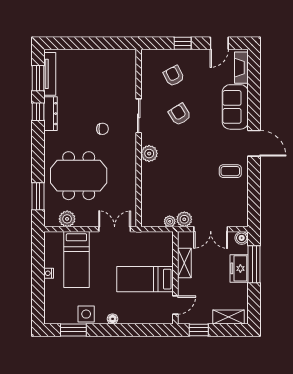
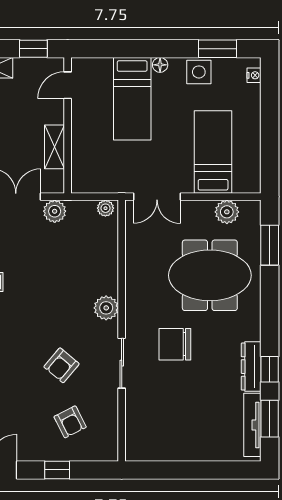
armchair: (180, 114) -> (61, 365), turned 72
chair: (102, 129) -> (175, 344), width x1.87, depth x1.87
plant: (170, 221) -> (105, 208), moved
nightstand: (49, 273) -> (254, 75), moved
bed: (145, 279) -> (132, 99), moved, turned 90

